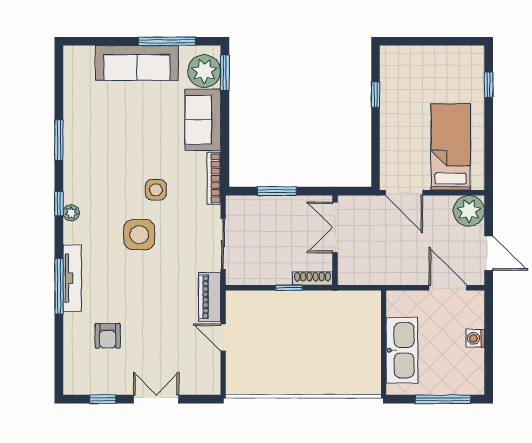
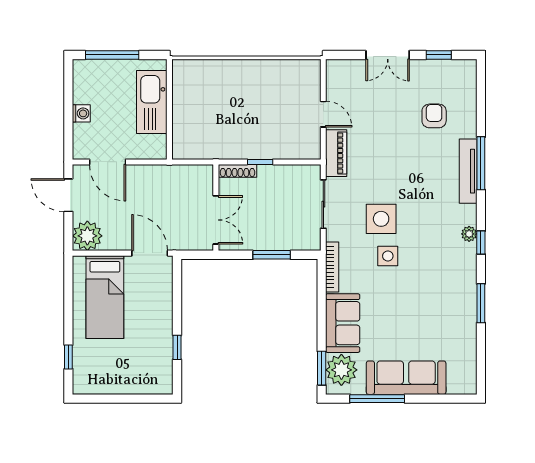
side table: (139, 235) -> (381, 219), moved

